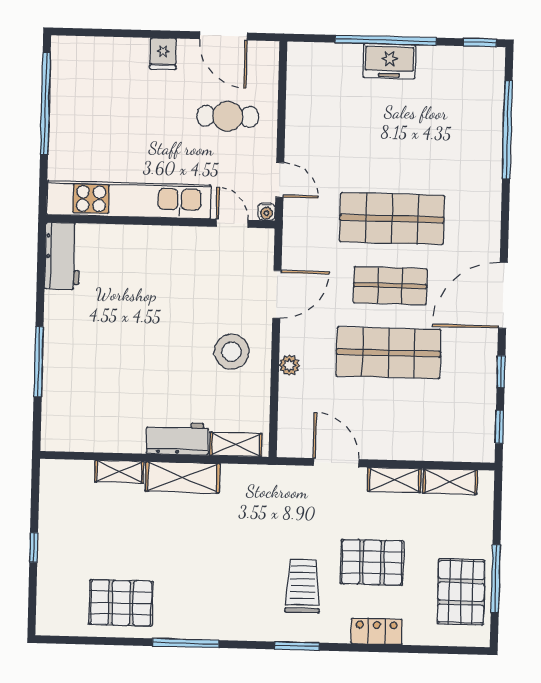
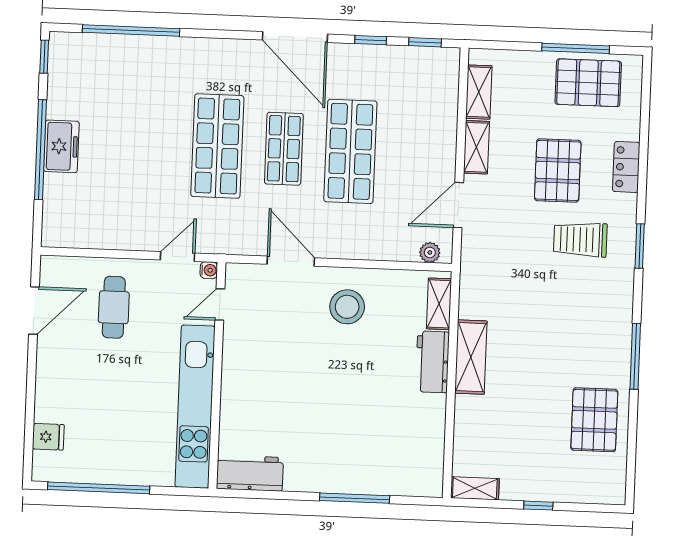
fridge: (163, 54) -> (48, 437), moved
plant: (289, 365) -> (430, 252), moved
shelving: (119, 472) -> (475, 488), moved, turned 90

